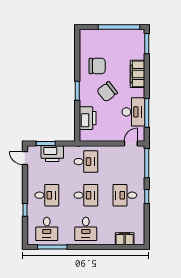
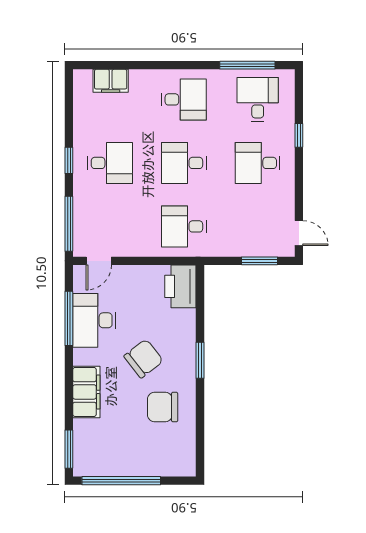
printer: (88, 118) -> (180, 286), moved
printer: (52, 154) -> (247, 242), removed
desk: (86, 229) -> (184, 99), turned 90

